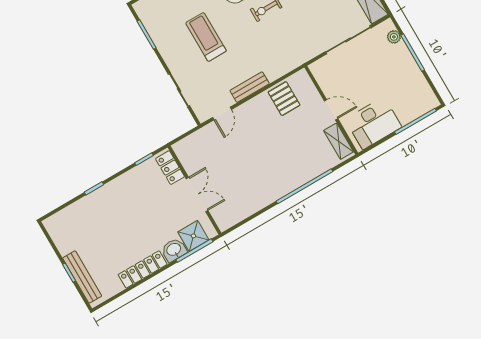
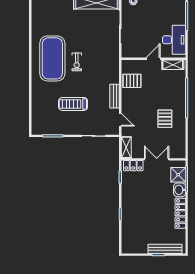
shelving: (189, 144) -> (126, 147), added
pallet: (259, 173) -> (165, 119), added

